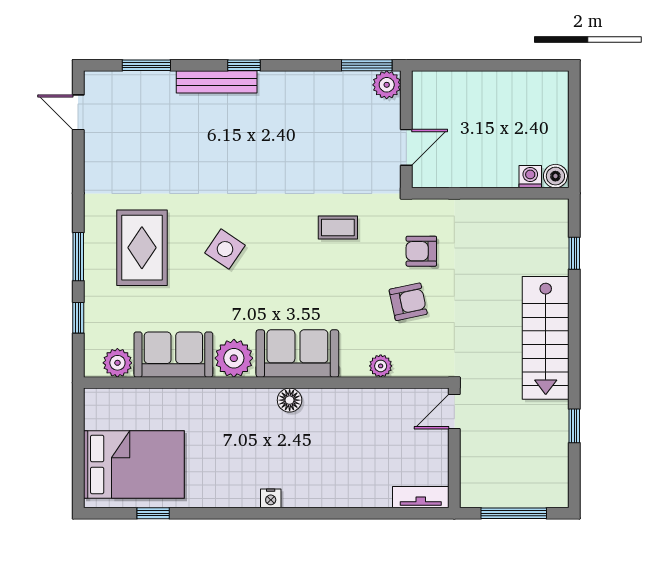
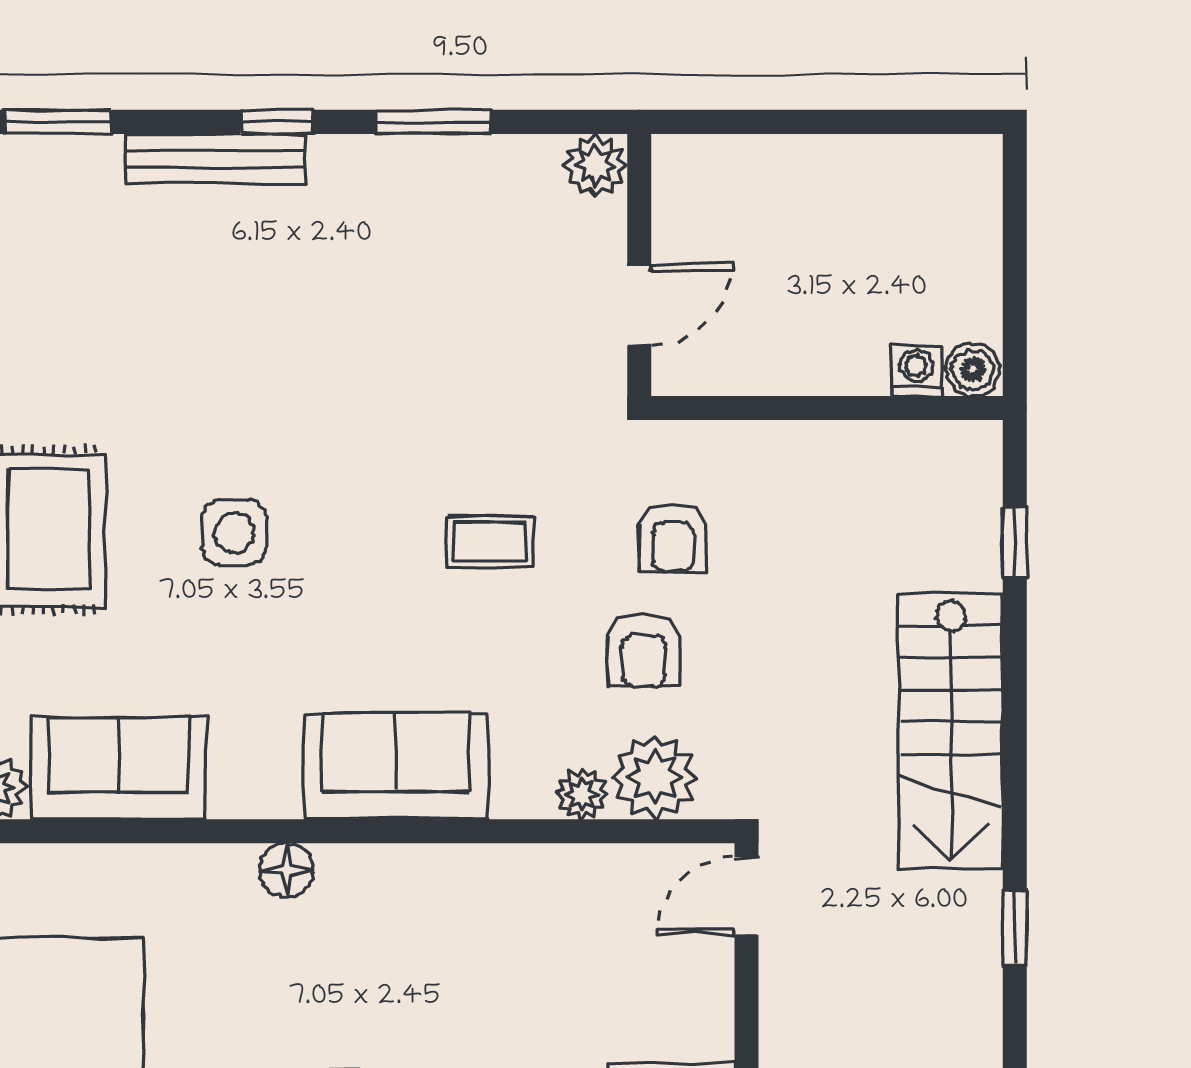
window: (367, 65) -> (433, 122), moved
coffee table: (338, 227) -> (490, 542), moved
side table: (225, 249) -> (234, 533), turned -34
armchair: (421, 251) -> (673, 537), turned -90
armchair: (408, 302) -> (643, 651), turned 102
plant: (234, 358) -> (655, 777), moved
floor lamp: (290, 400) -> (287, 870), moved

